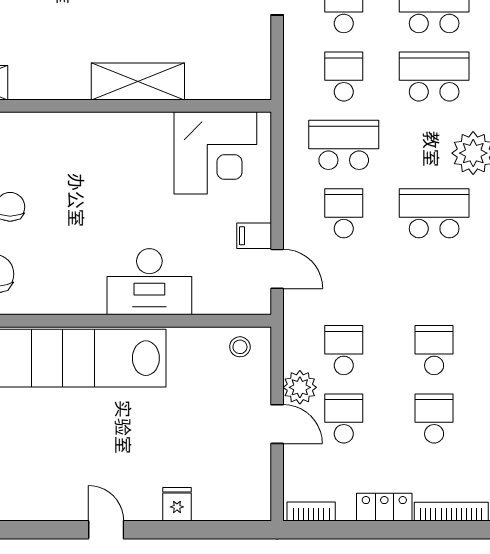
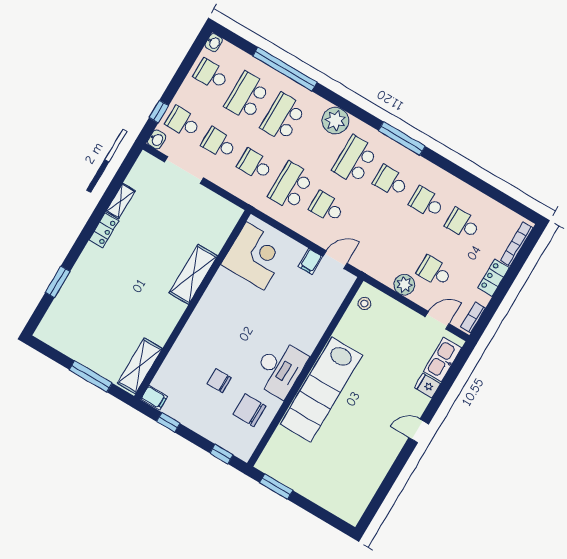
desk: (149, 282) -> (280, 368), moved
school desk: (344, 350) -> (391, 181), moved
door: (277, 424) -> (437, 320), moved
kitchen sink: (226, 504) -> (442, 360), added

